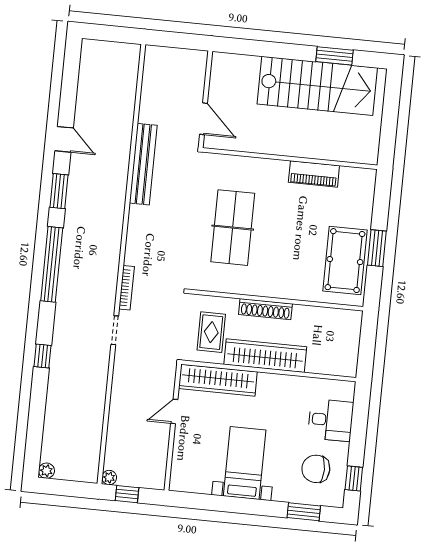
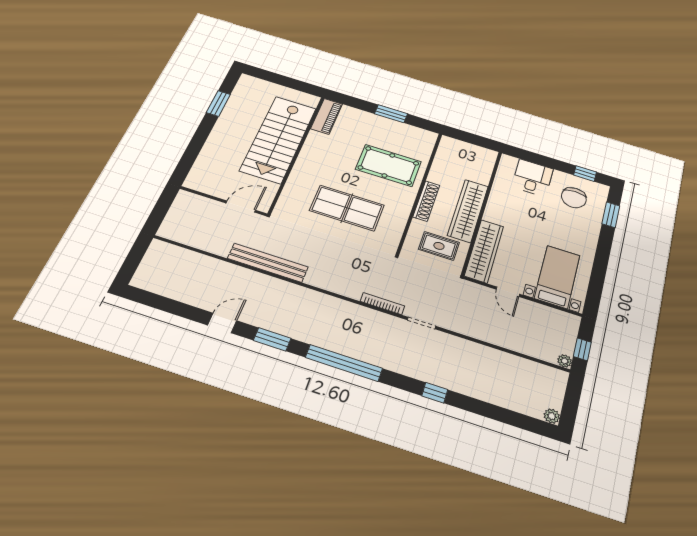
stairs: (317, 86) -> (278, 139), moved, turned 180
piano: (314, 174) -> (327, 116), moved
pool table: (345, 261) -> (388, 165), moved
bed with nightstands: (245, 463) -> (557, 277), moved, turned 90

